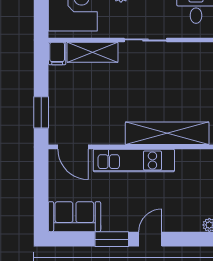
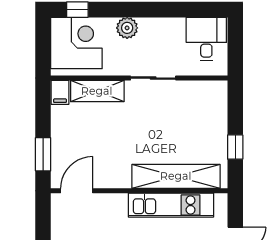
door: (73, 147) -> (77, 191), swing flipped
kitchen unit: (134, 160) -> (171, 205), moved

